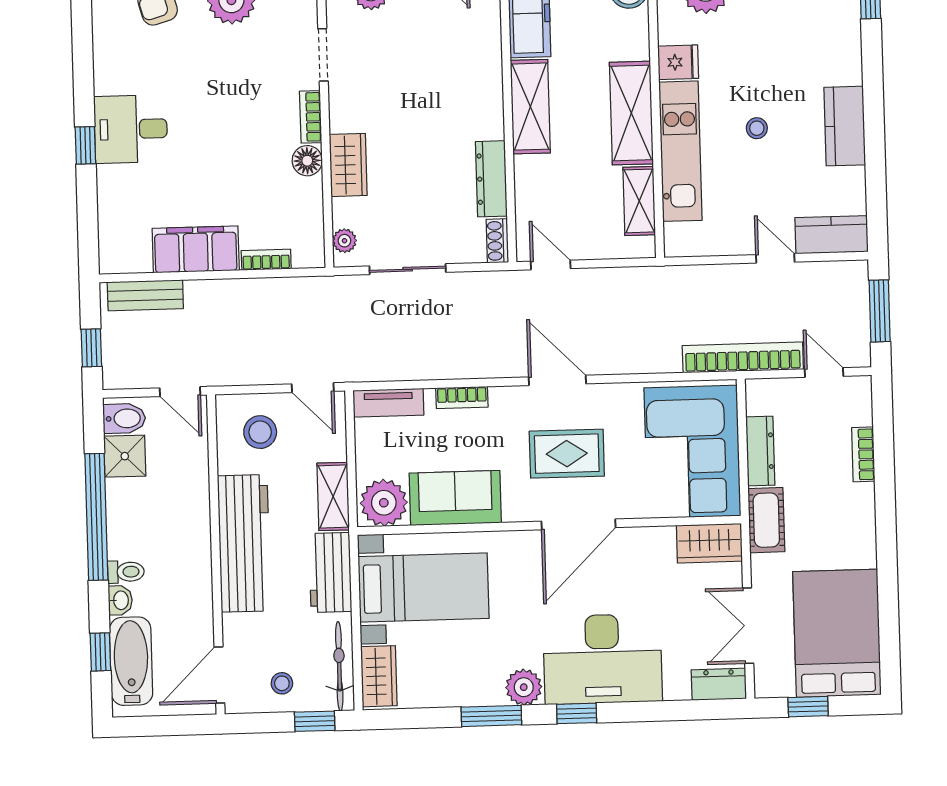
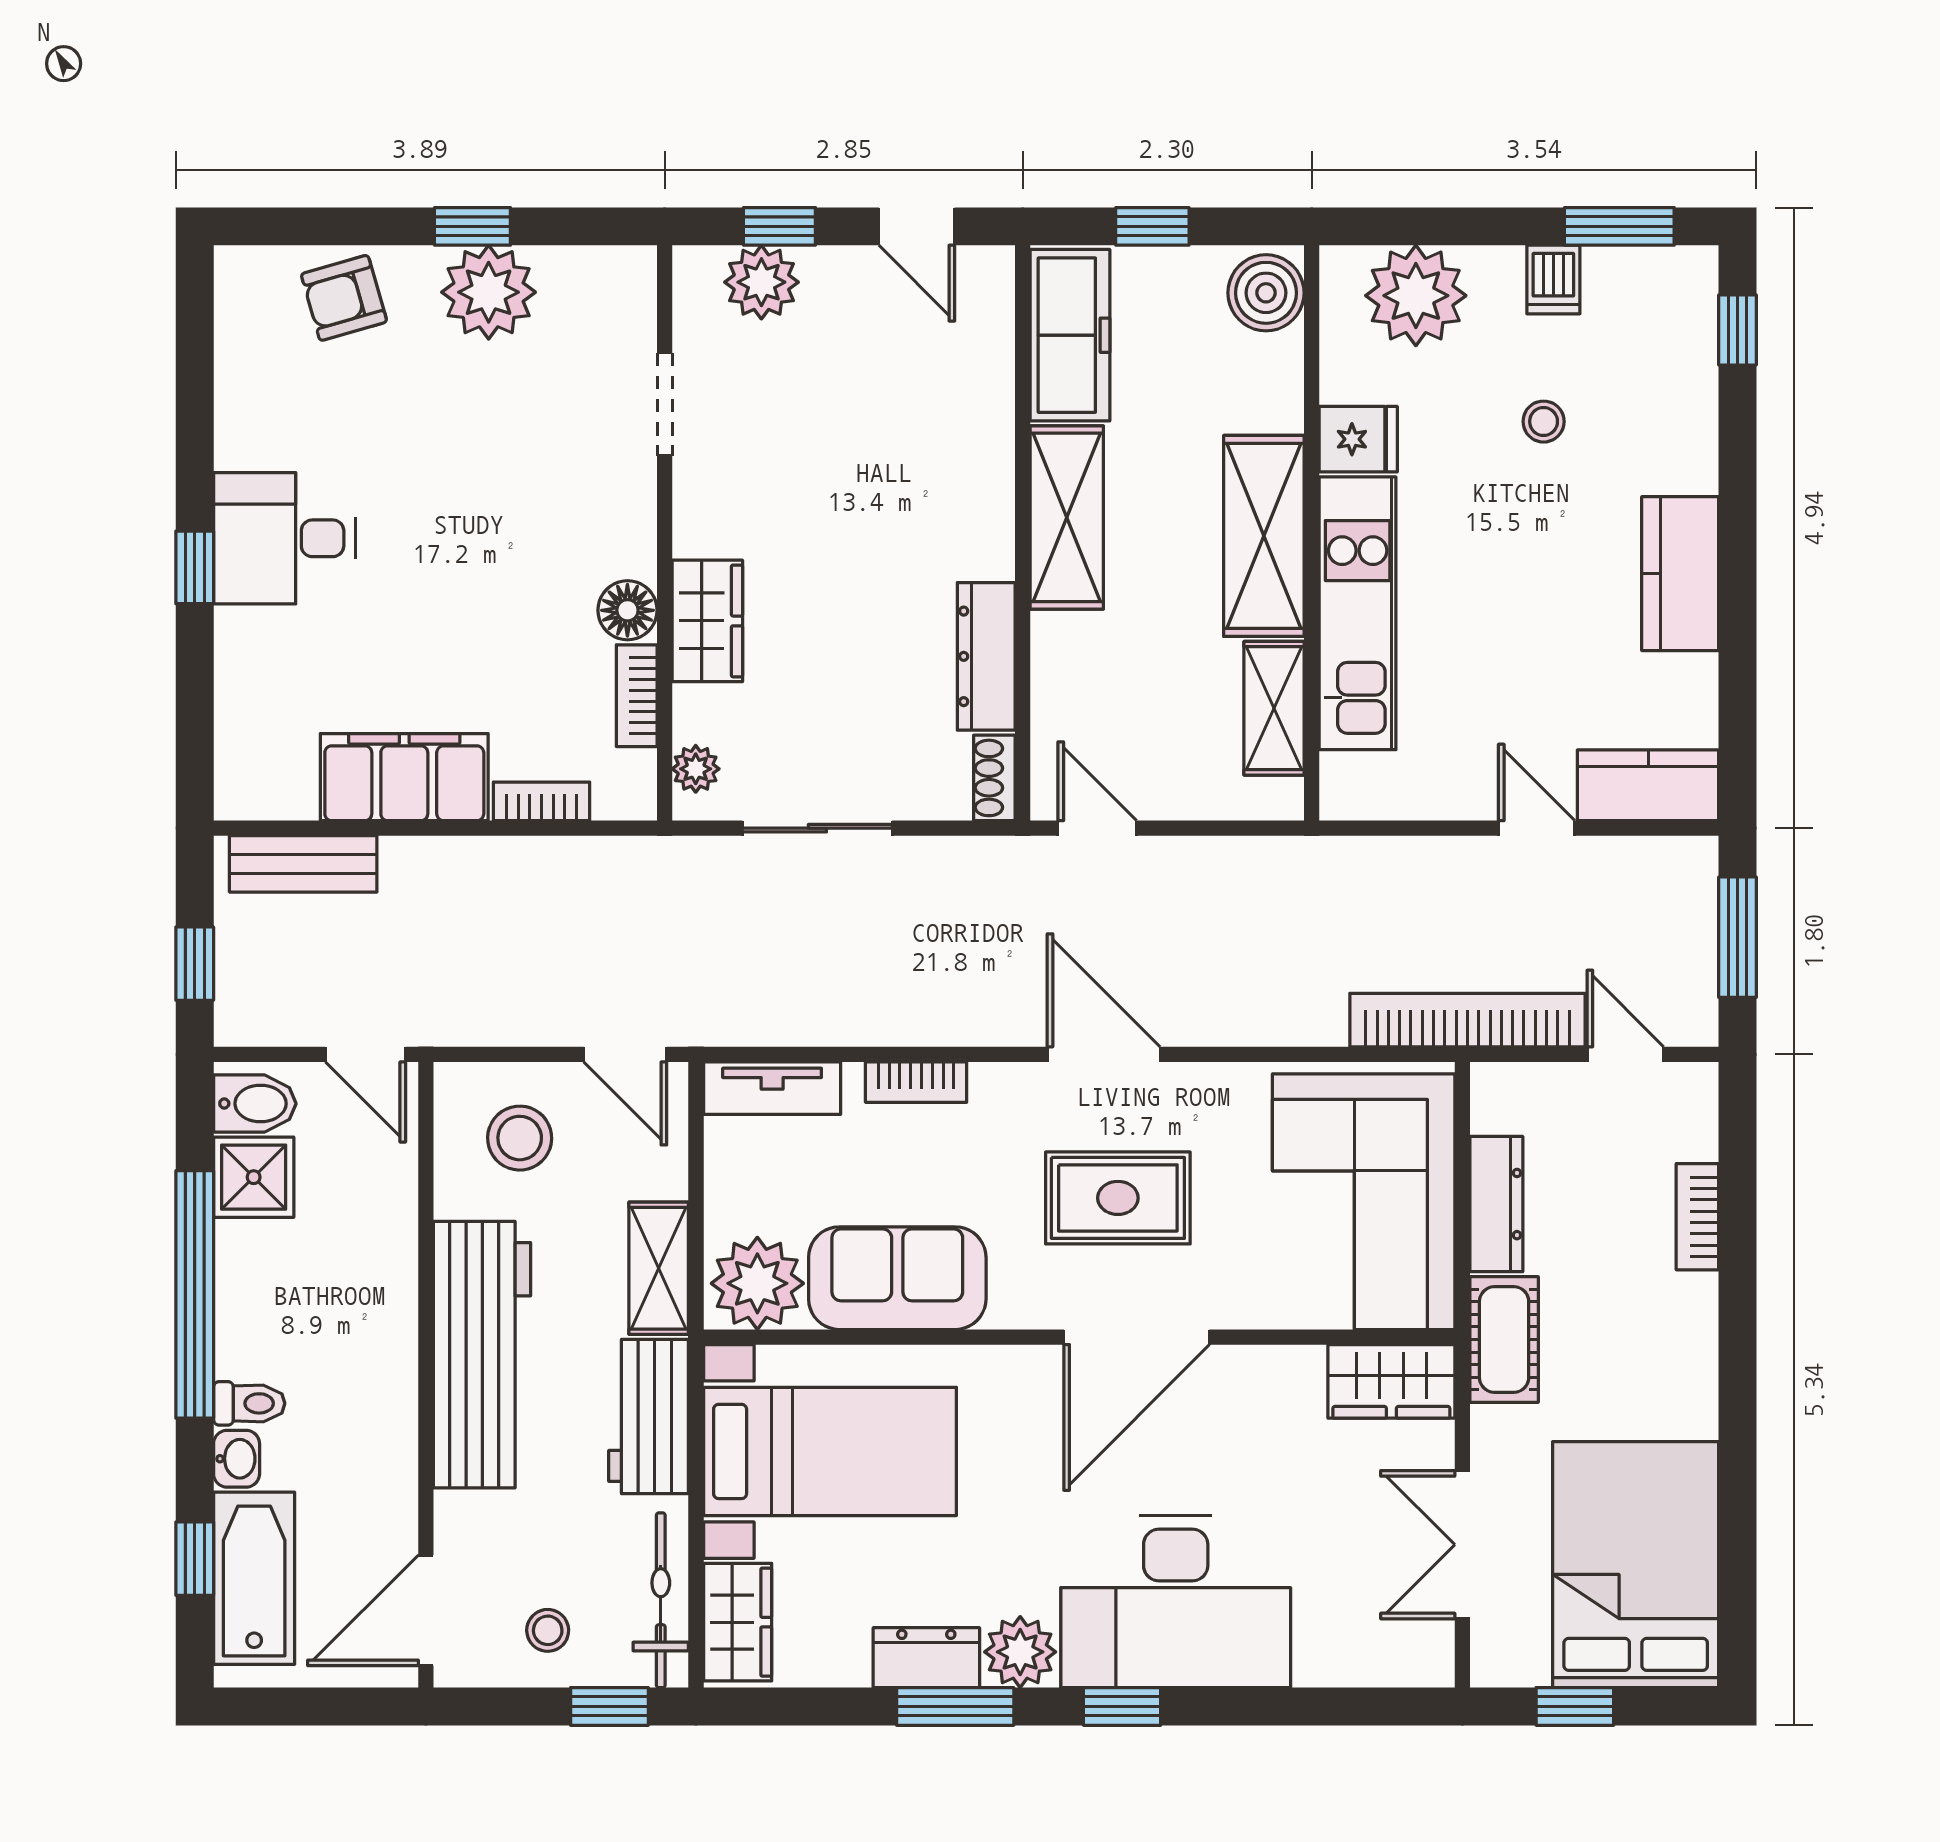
bookcase: (311, 117) -> (637, 696), moved
stool: (757, 128) -> (1544, 422), moved
dresser: (719, 684) -> (926, 1658), moved

